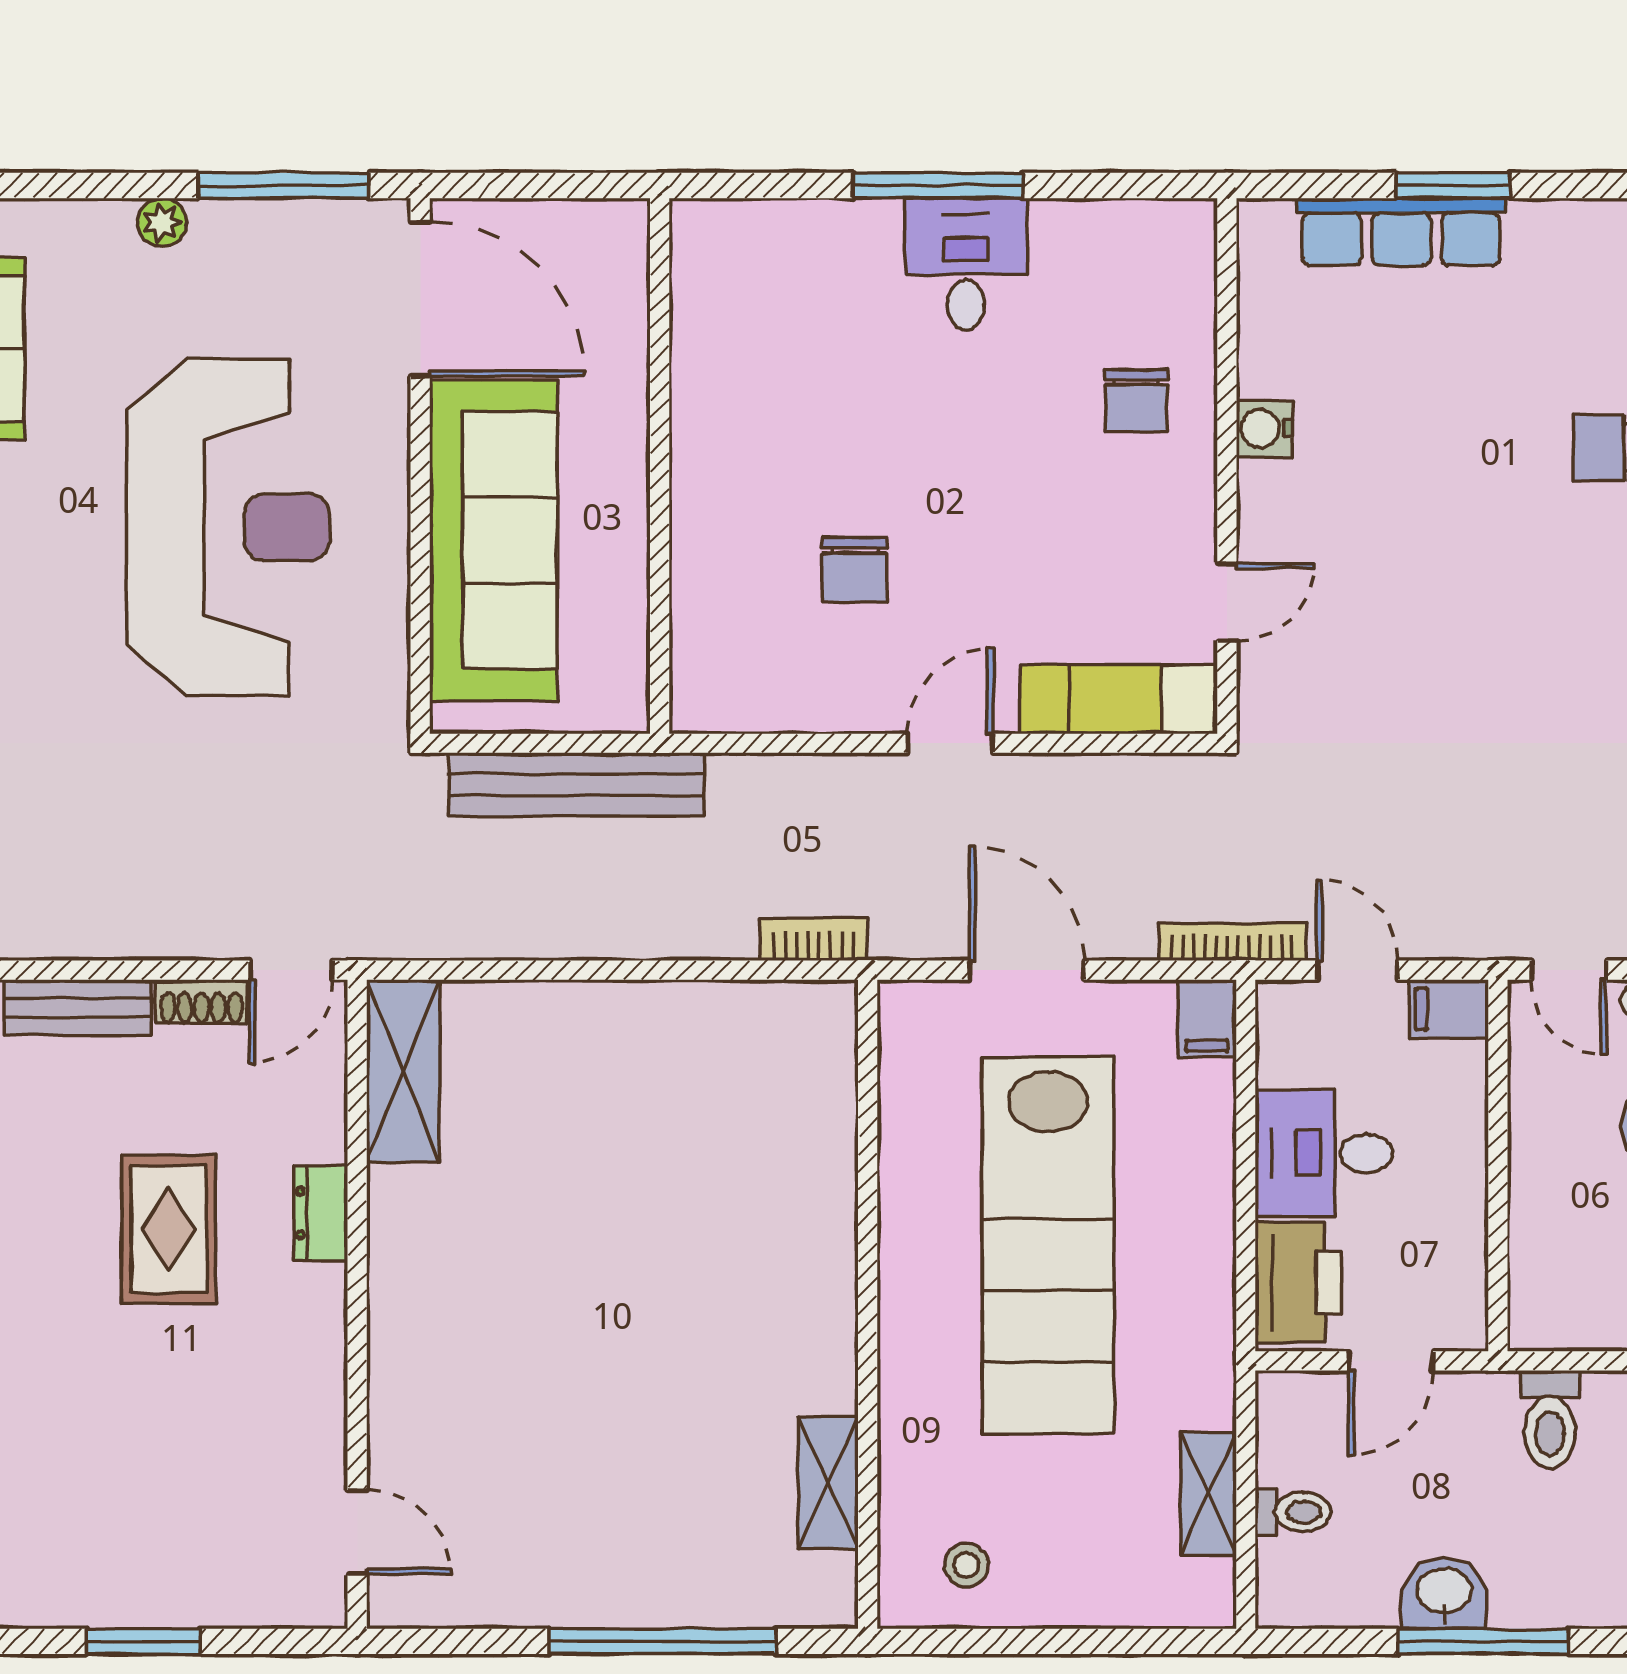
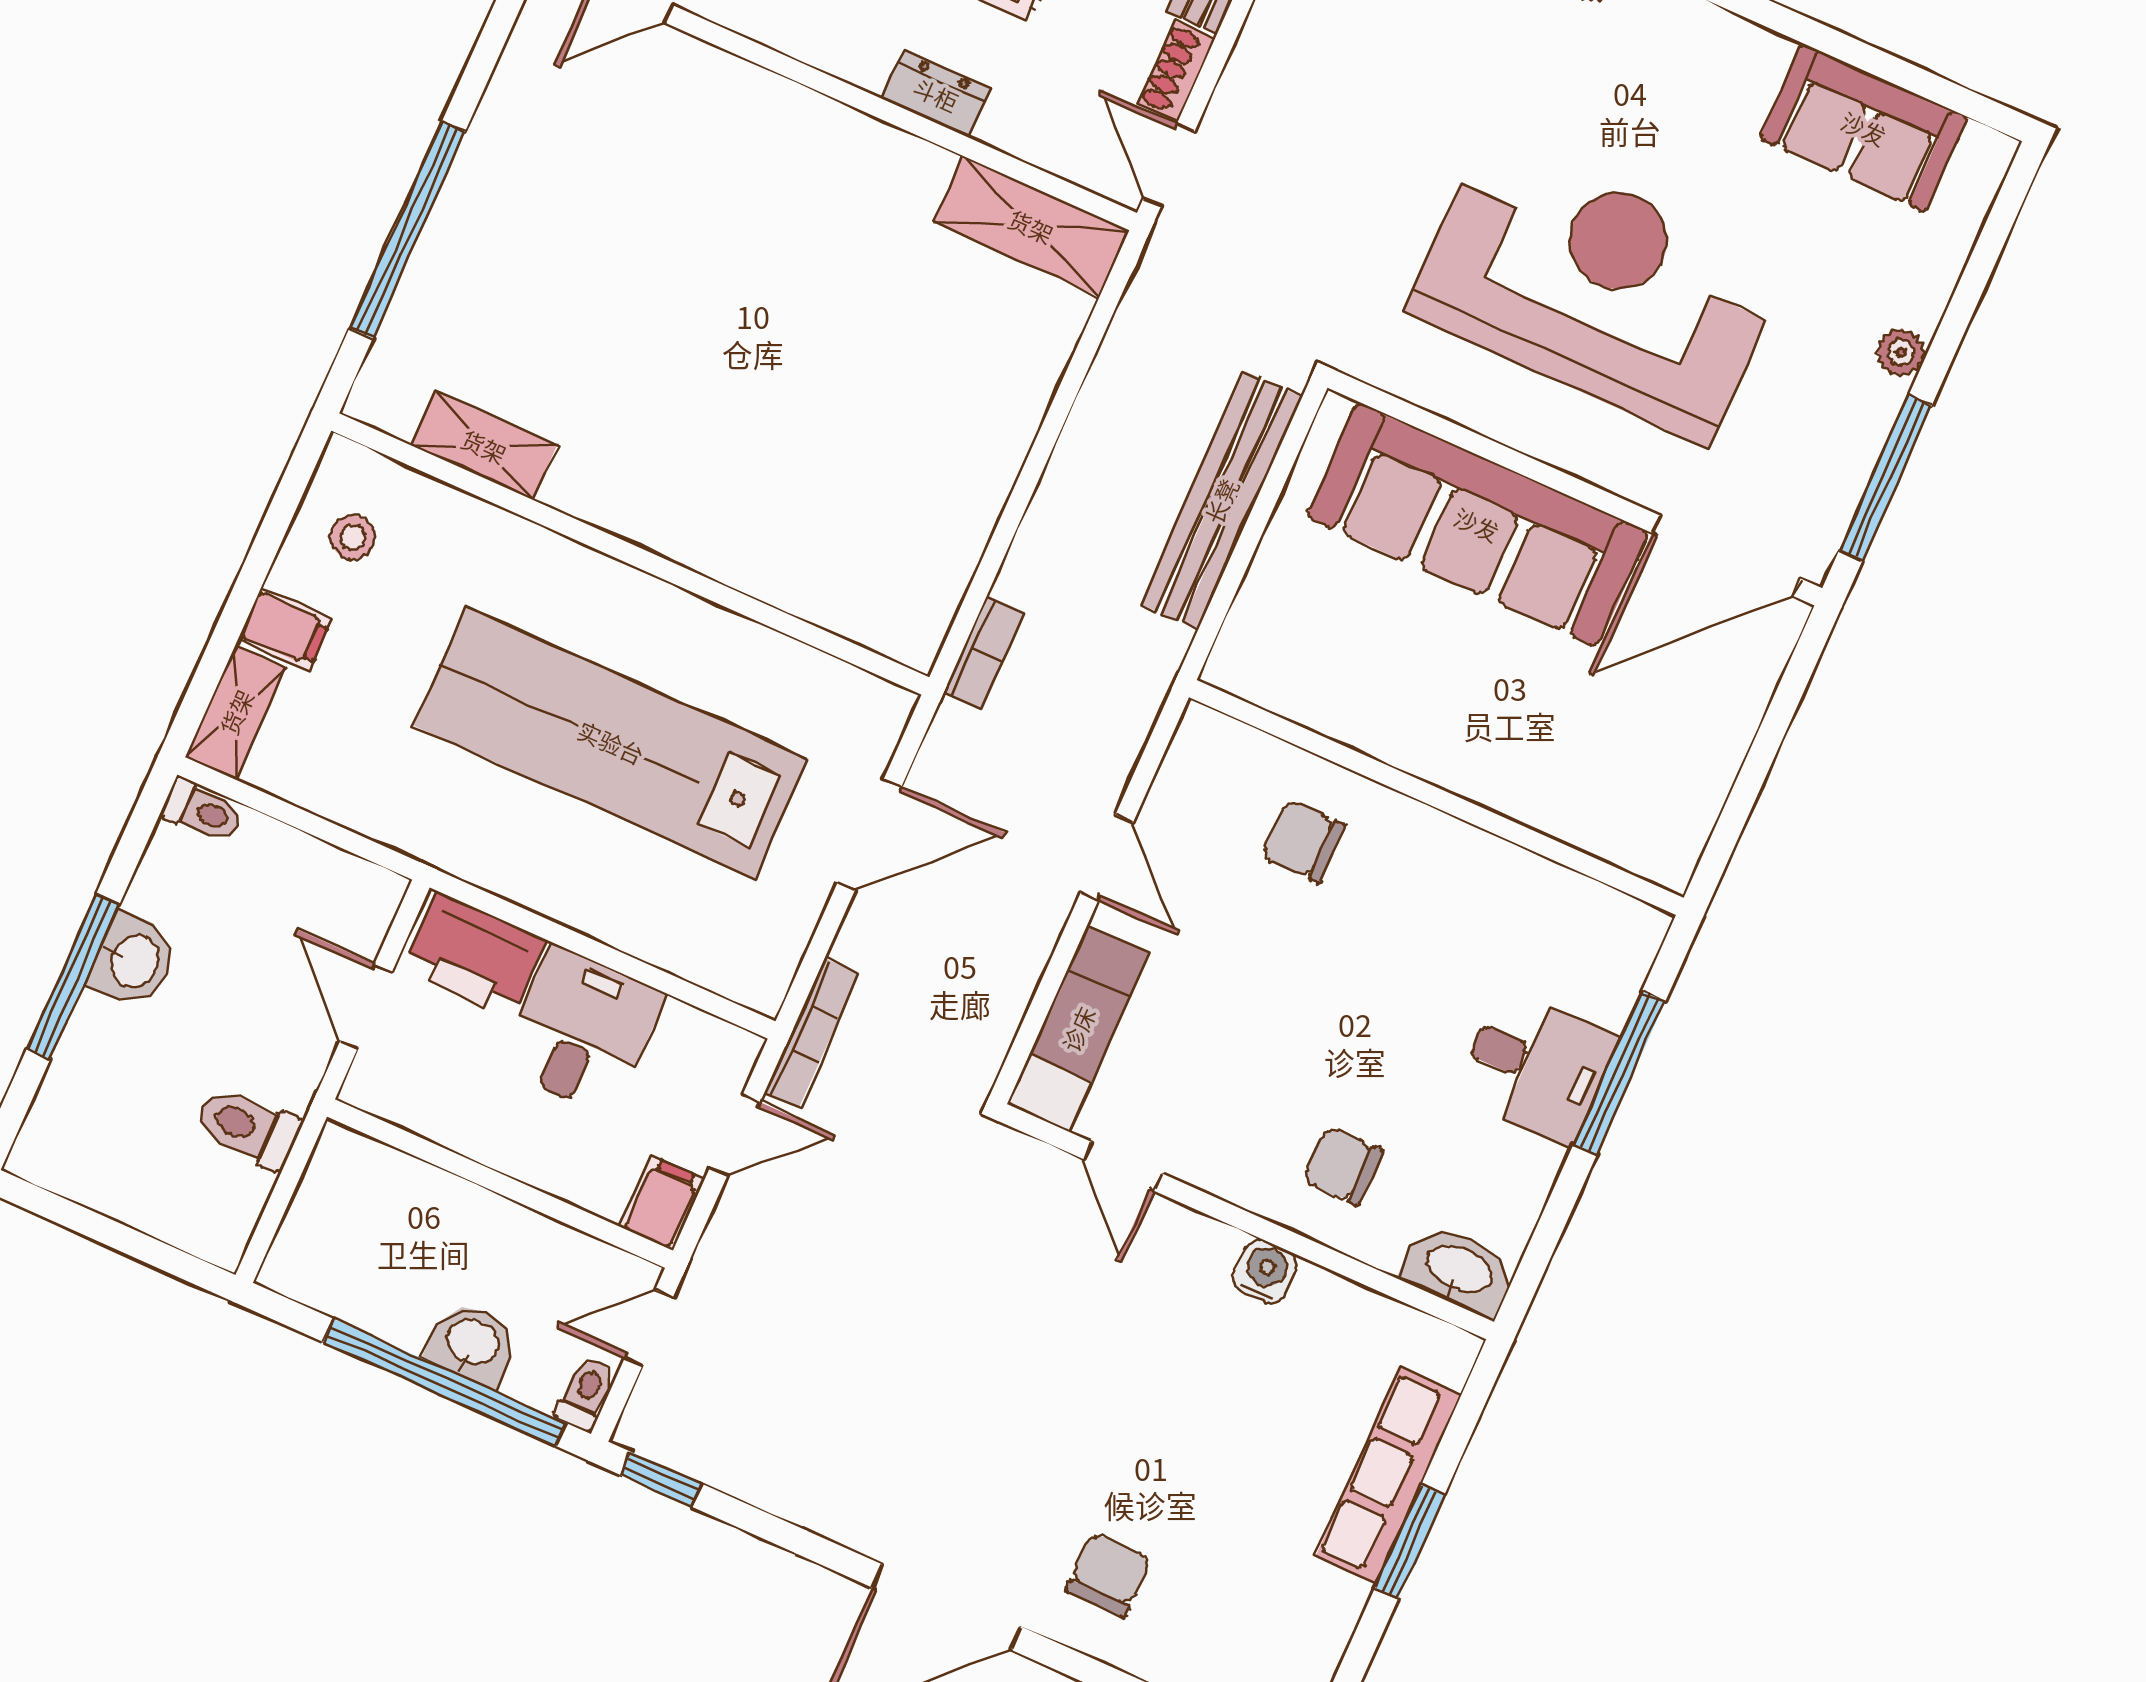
washbasin: (1185, 252) -> (1459, 1270), added
wall: (660, 466) -> (1436, 798), moved
reception desk: (228, 527) -> (1597, 288), turned 180
filing cabinet: (1207, 1019) -> (285, 629), moved, turned 180
shelving: (1208, 1493) -> (236, 712), moved, turned 90
toilet: (1293, 1512) -> (202, 811), moved, turned -90

